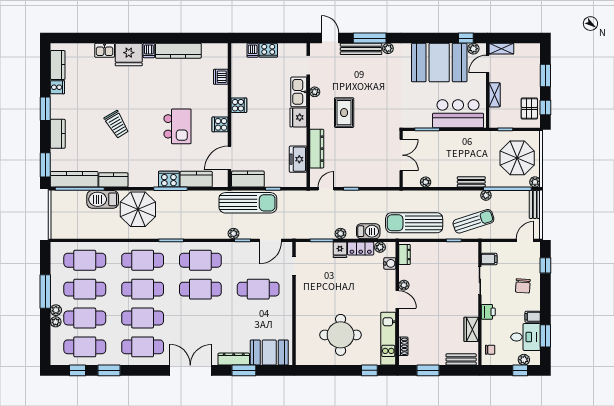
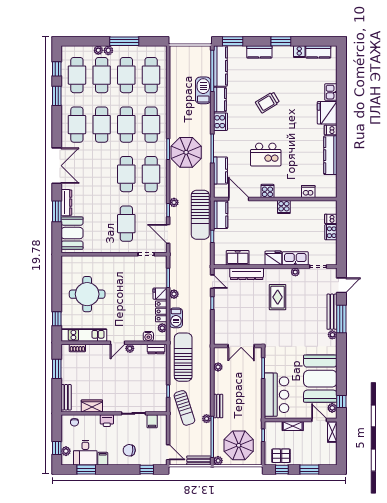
rug: (344, 113) -> (278, 297), turned 90
cooker: (169, 179) -> (220, 122), moved
parasol: (138, 209) -> (186, 152), moved

